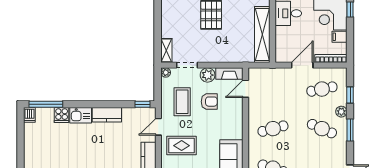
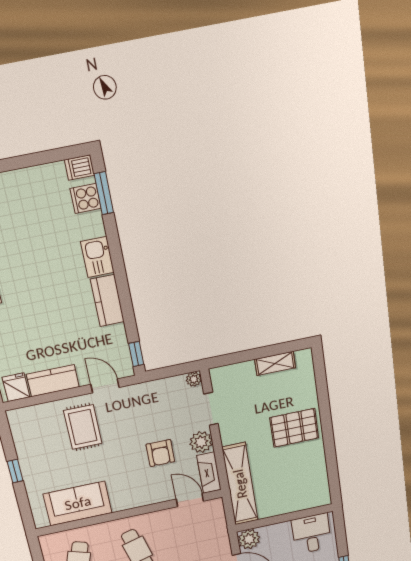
shelving: (262, 34) -> (240, 484), moved, turned 90
shelving: (166, 50) -> (275, 363), moved
plant: (282, 55) -> (249, 539), added
coffee table: (182, 102) -> (152, 414), removed
window: (46, 104) -> (104, 193), width x0.69
cooker: (62, 115) -> (86, 198), moved

